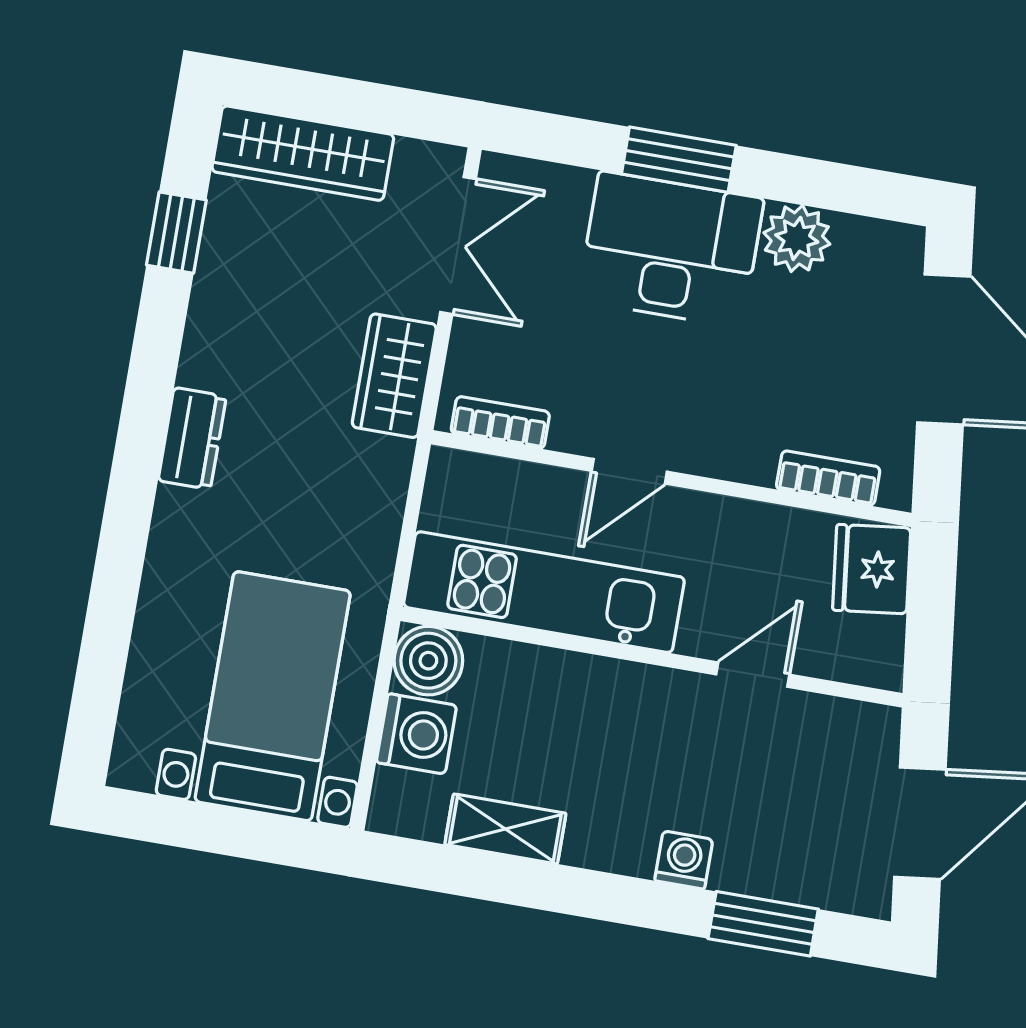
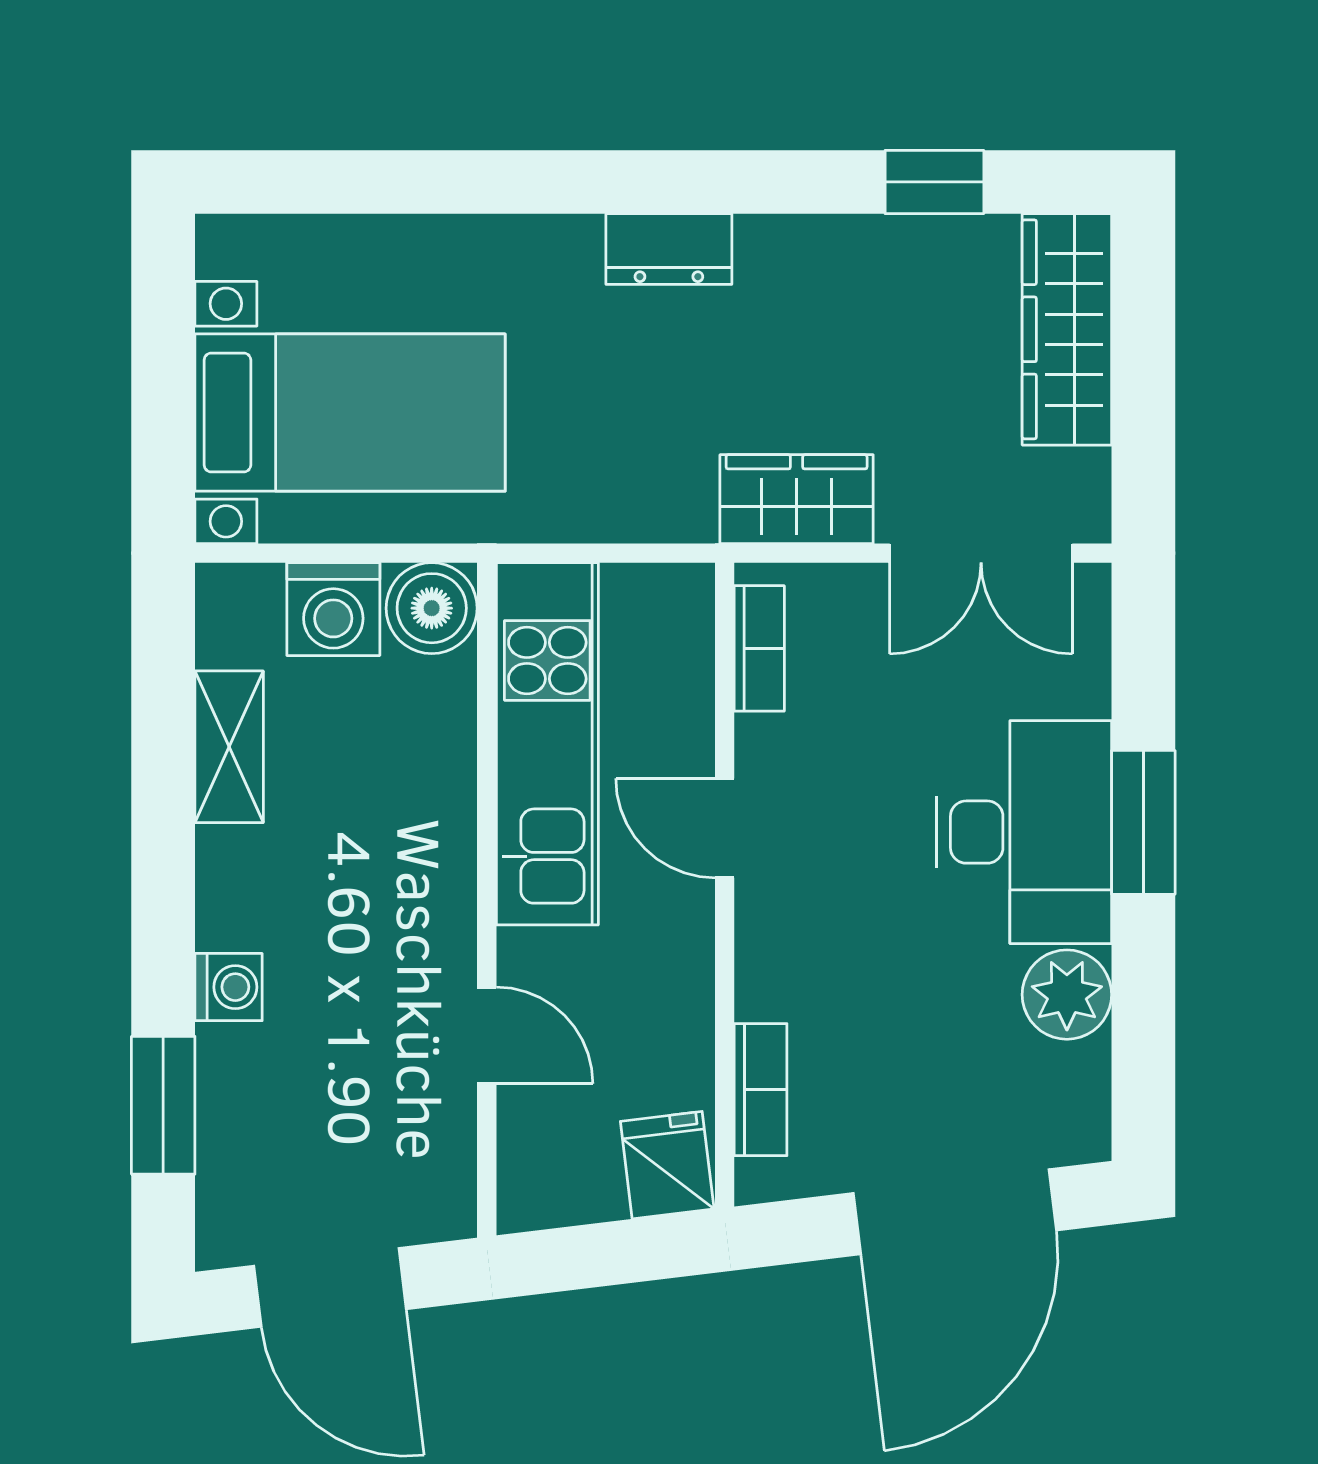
fridge: (872, 569) -> (667, 1165), width x0.72

